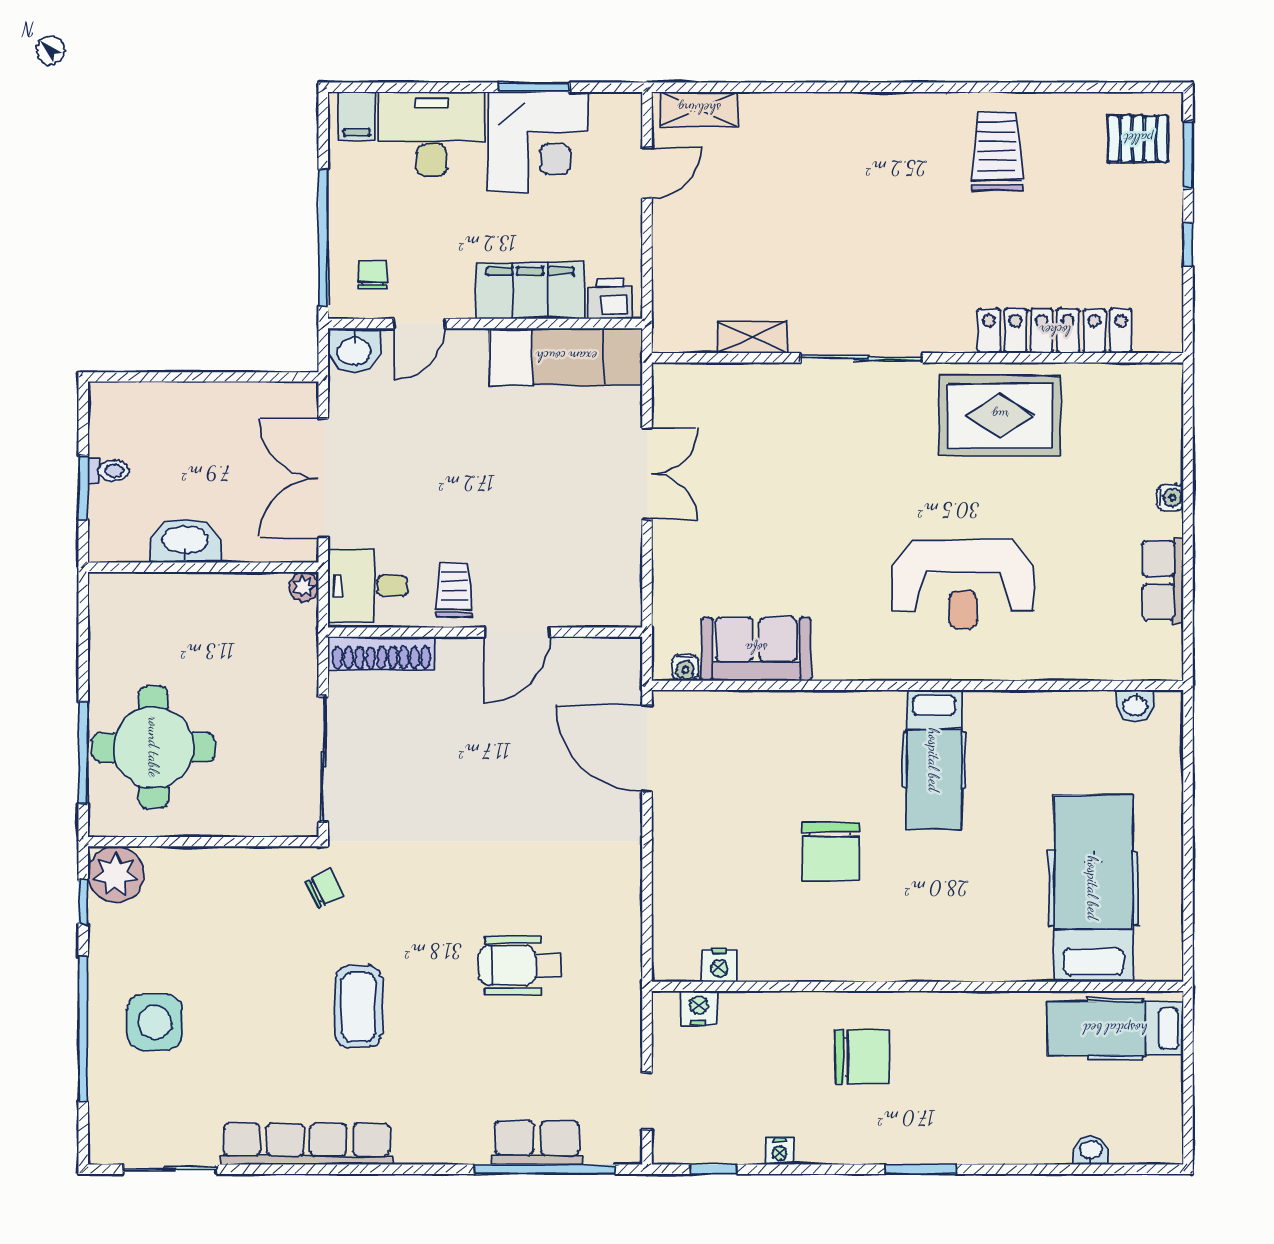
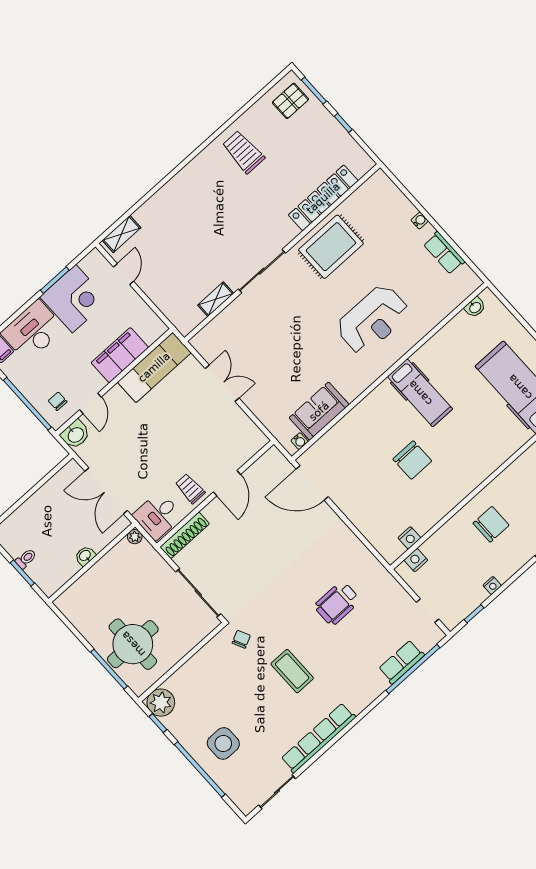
printer: (610, 299) -> (151, 332), removed
washbasin: (185, 541) -> (85, 556), width x0.52, depth x0.69

